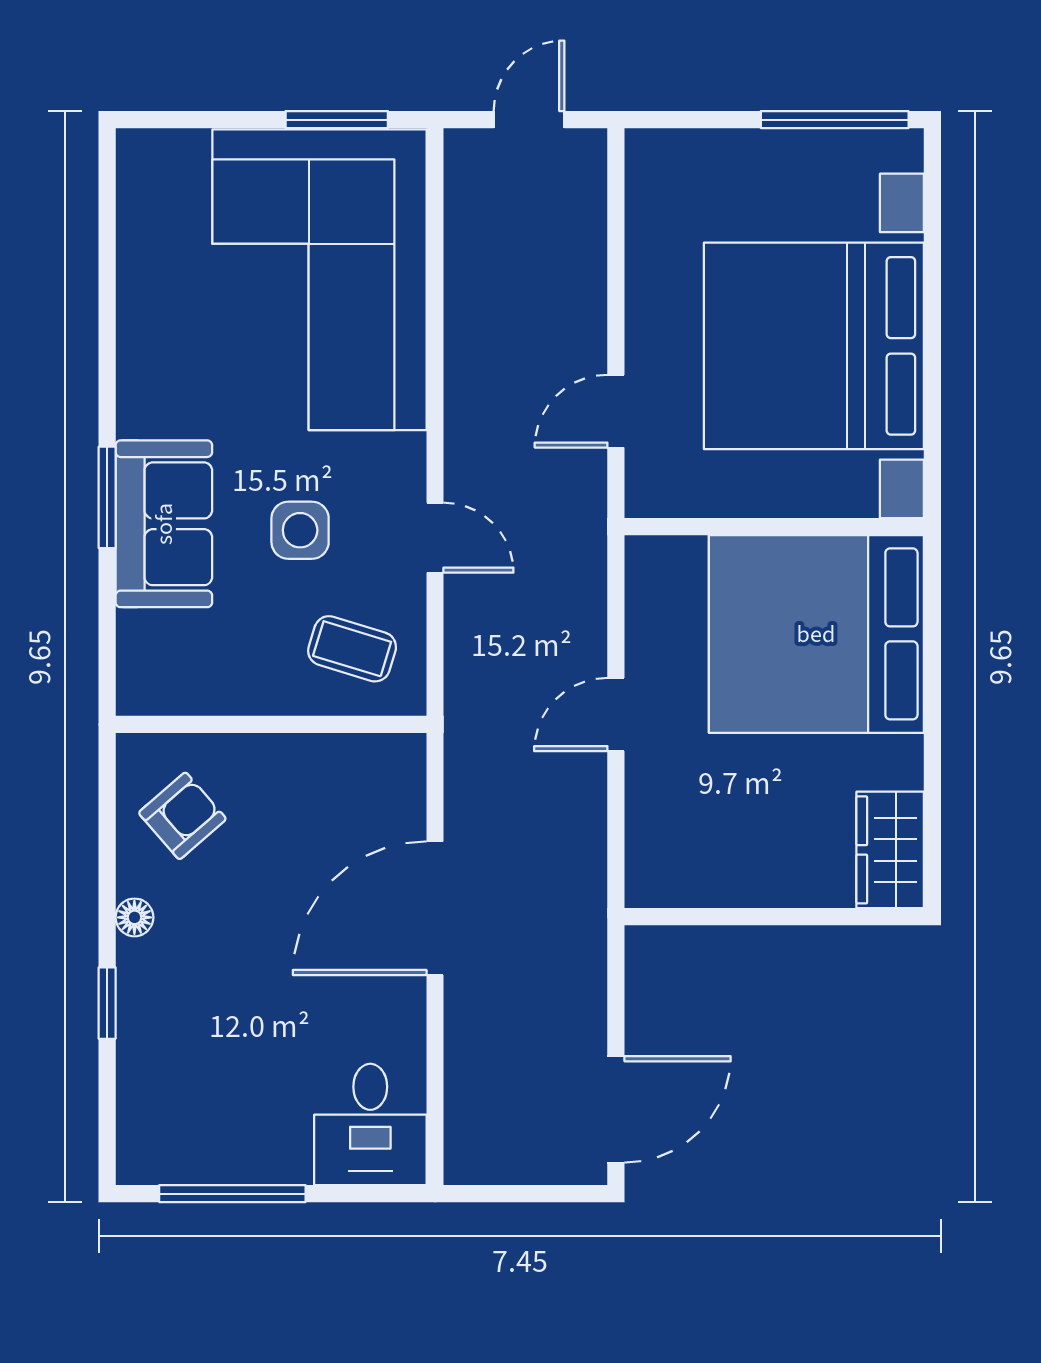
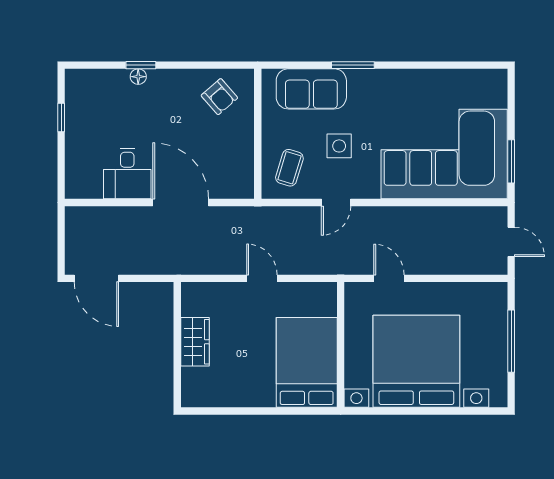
window: (835, 120) -> (511, 341), moved
sofa: (164, 524) -> (311, 89), moved
bed: (816, 634) -> (307, 362), width x0.73
wardrobe: (890, 850) -> (195, 342), moved, turned 90
floor lamp: (134, 917) -> (138, 77), moved
desk: (370, 1124) -> (127, 174), moved, turned -90
window: (232, 1194) -> (61, 118), width x0.46

